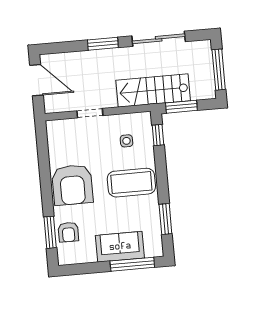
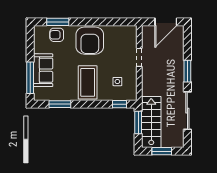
window: (219, 70) -> (162, 151), width x0.69
stairs: (153, 90) -> (151, 122), moved
armchair: (72, 185) -> (90, 41), turned -90

